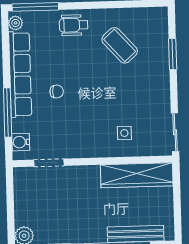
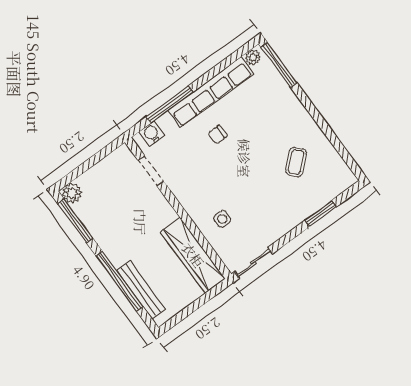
wheelchair: (74, 25) -> (286, 109), removed
coffee table: (120, 45) -> (296, 162), width x0.73, depth x0.77
chair: (57, 92) -> (218, 135), turned 90

